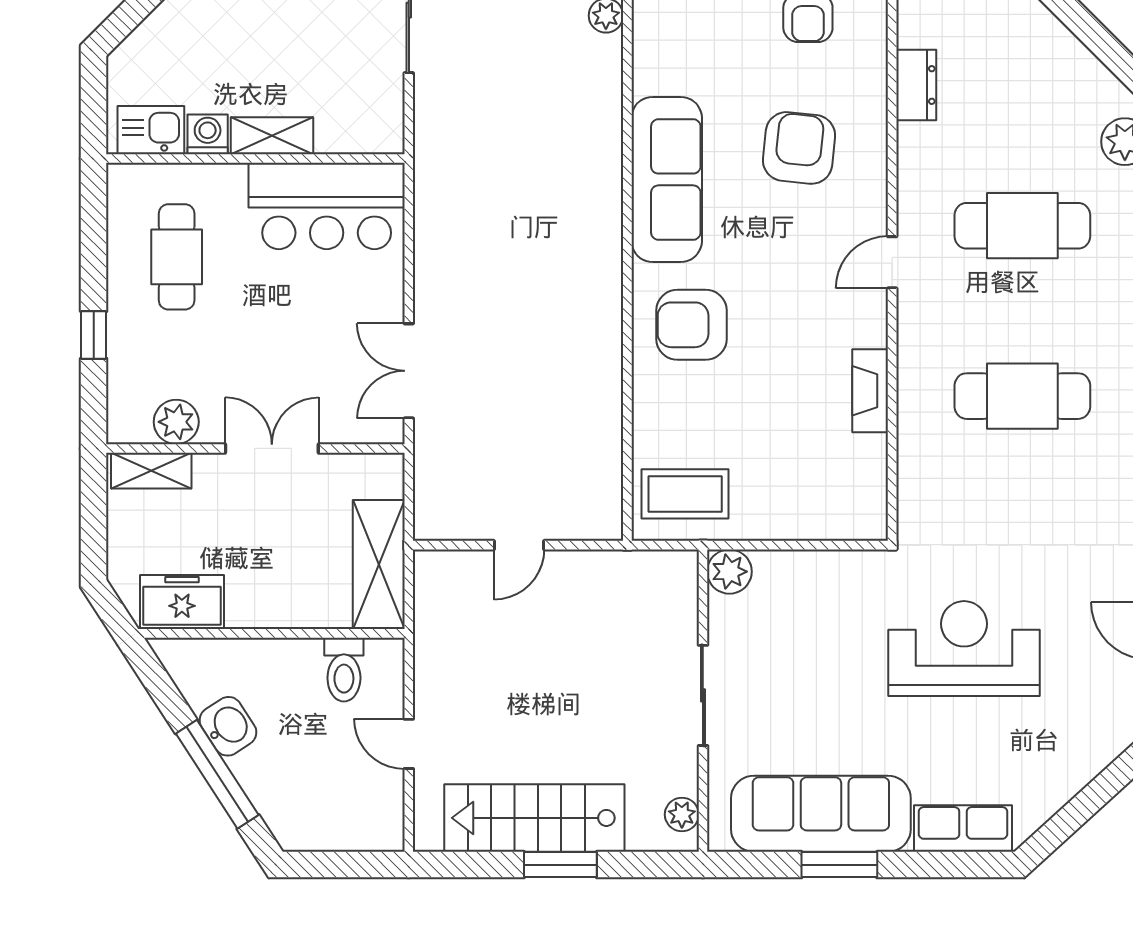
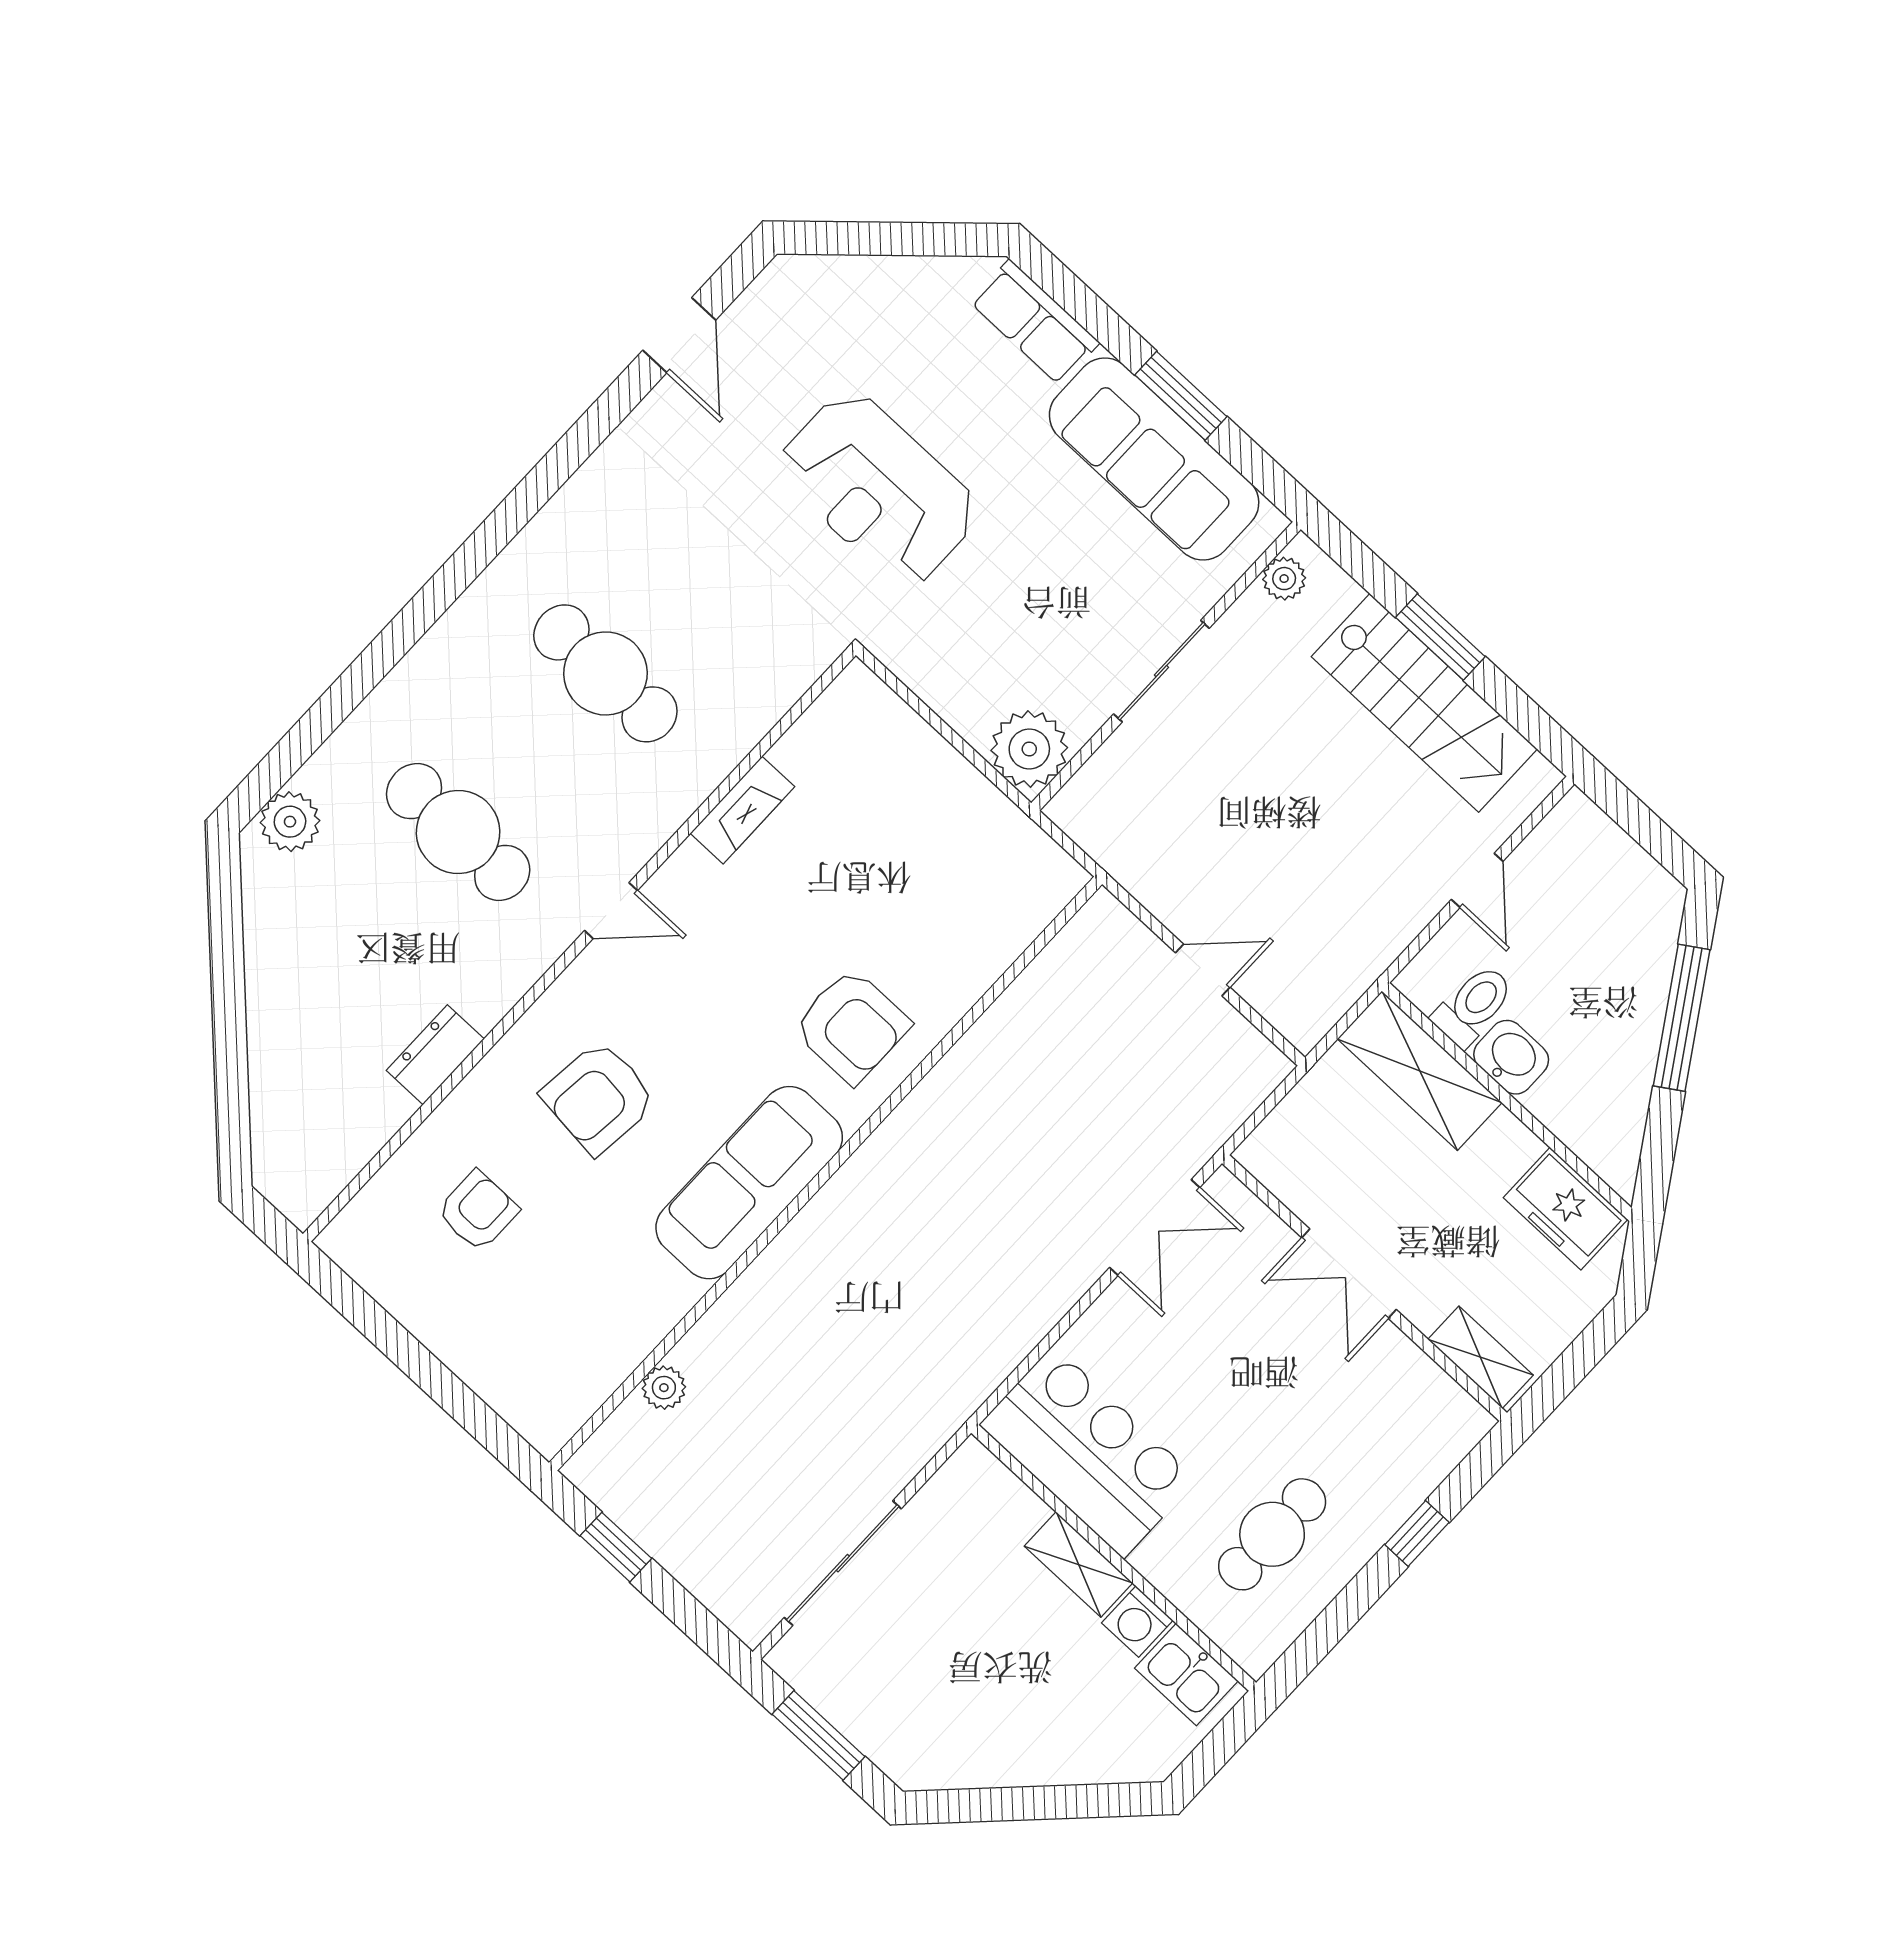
plant: (176, 422) -> (1415, 1381), removed
coffee table: (685, 494) -> (1004, 874), removed
shelving: (379, 565) -> (1420, 1071), moved, turned 90
plant: (729, 572) -> (1029, 749), width x1.36, depth x1.36
washbasin: (228, 726) -> (1511, 1057), moved, turned 123

